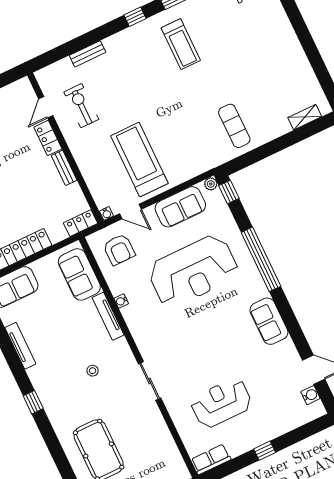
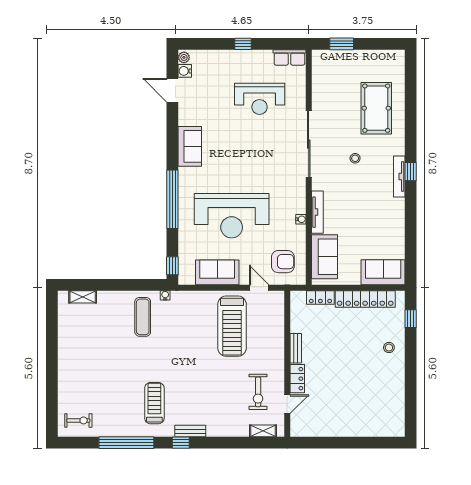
bench: (88, 54) -> (190, 431), moved
shelving: (57, 68) -> (263, 431), added
plant: (211, 184) -> (184, 57), moved
water cooler: (106, 213) -> (165, 295), moved
locker: (80, 223) -> (320, 298), moved
armchair: (119, 249) -> (283, 262), turned 90
reception desk: (193, 271) -> (232, 216), turned 180
tv unit: (20, 346) -> (399, 177), moved
stool: (93, 371) -> (355, 158), moved
sliding door: (150, 381) -> (309, 144), width x1.86

